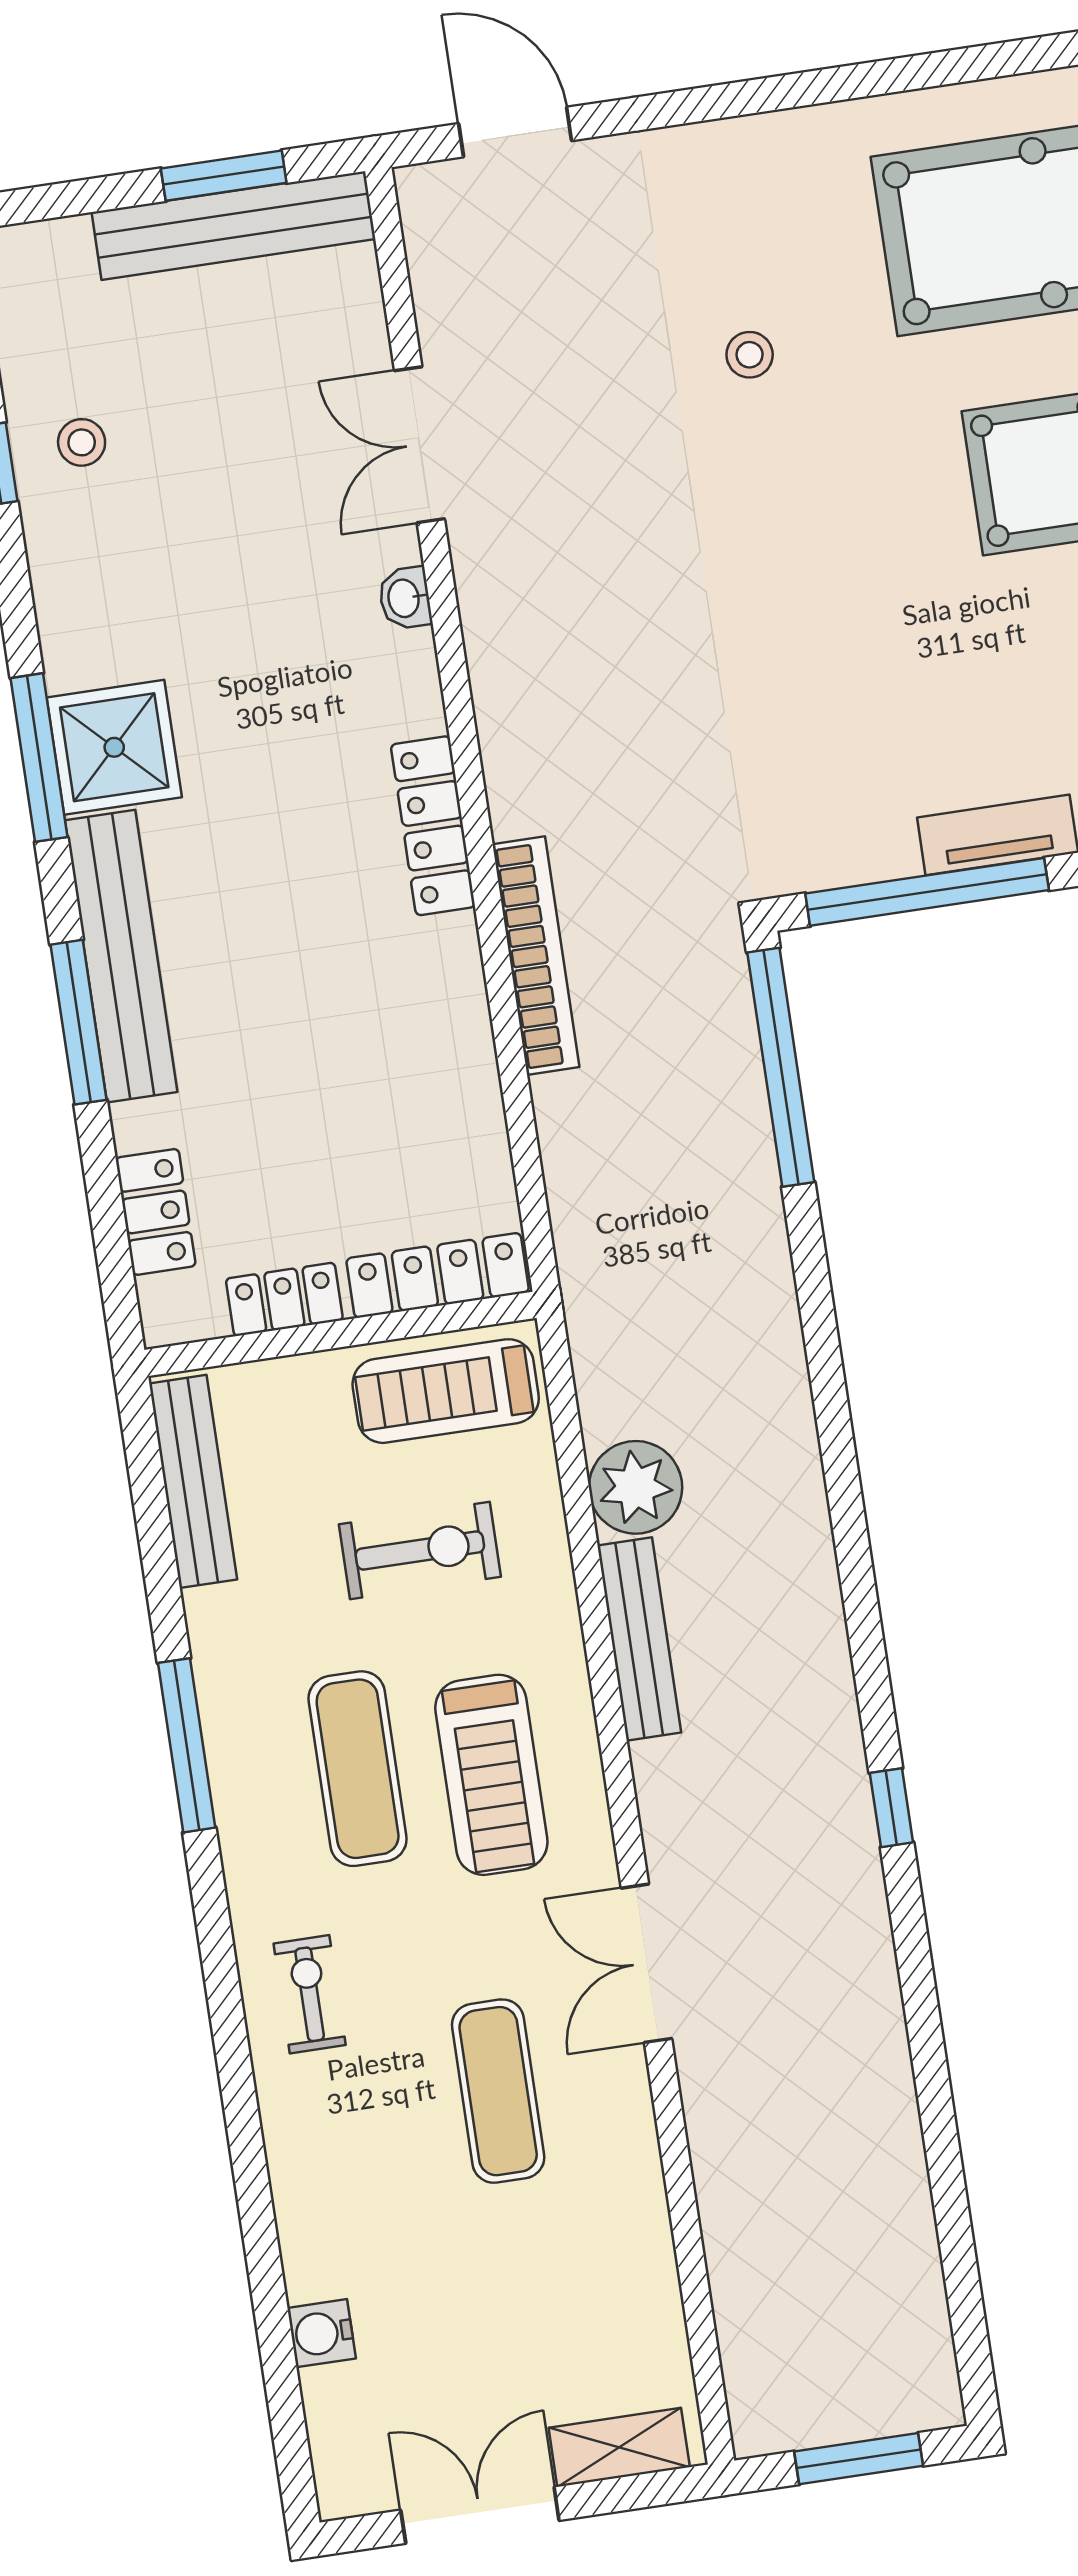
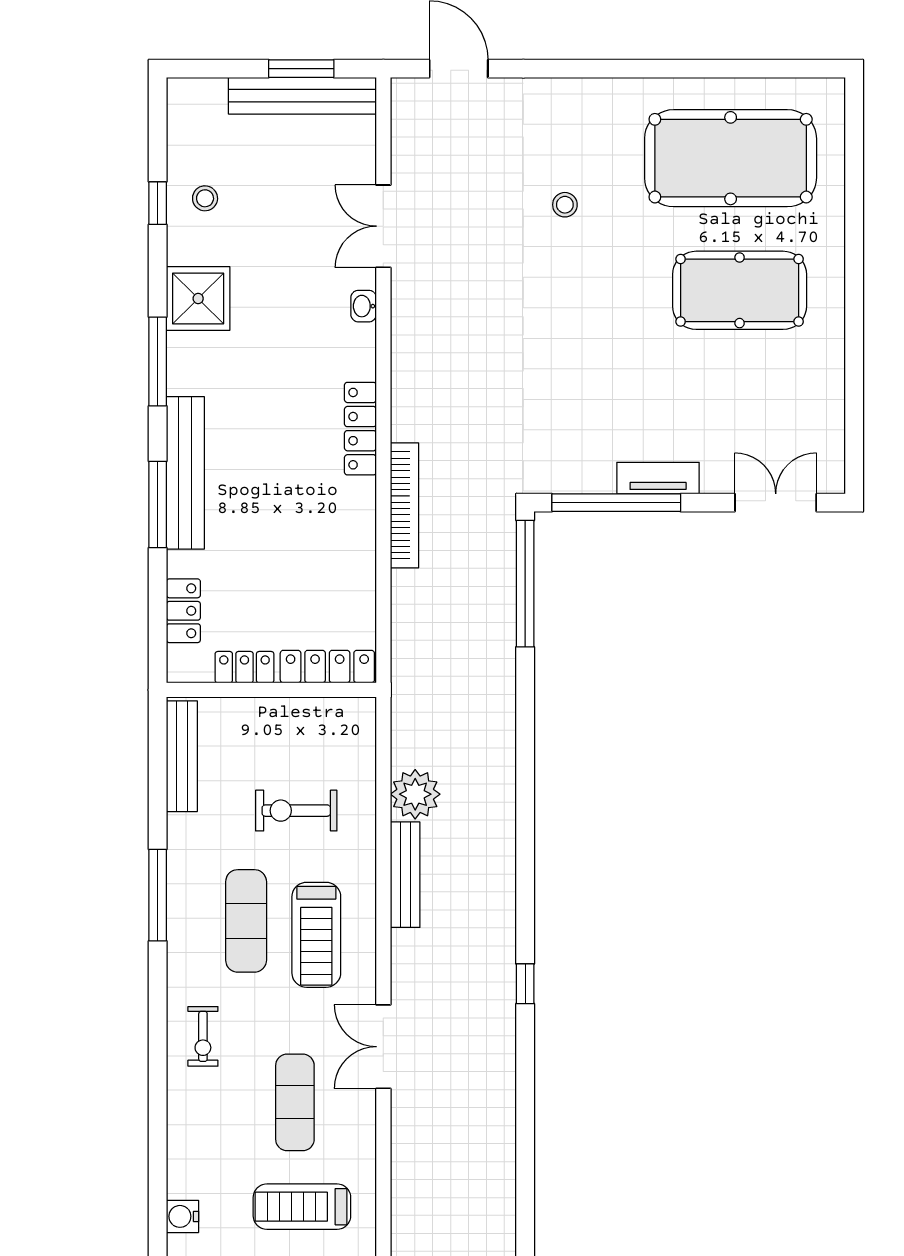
shower: (114, 747) -> (198, 299), moved
treadmill: (446, 1391) -> (302, 1207), moved
exercise bike: (420, 1551) -> (296, 811), turned 180
exercise bike: (310, 1994) -> (203, 1036), turned 180

